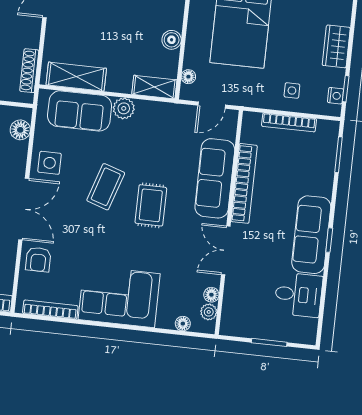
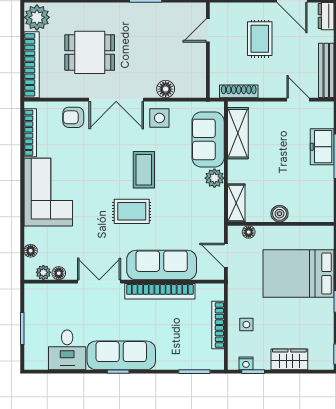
floor lamp: (20, 130) -> (166, 89), moved
coffee table: (106, 187) -> (144, 170), turned 72

